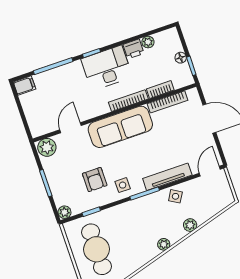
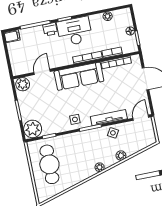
printer: (134, 49) -> (50, 29), moved
armchair: (95, 180) -> (55, 113), removed
plant: (64, 212) -> (33, 129), width x1.87, depth x1.87

